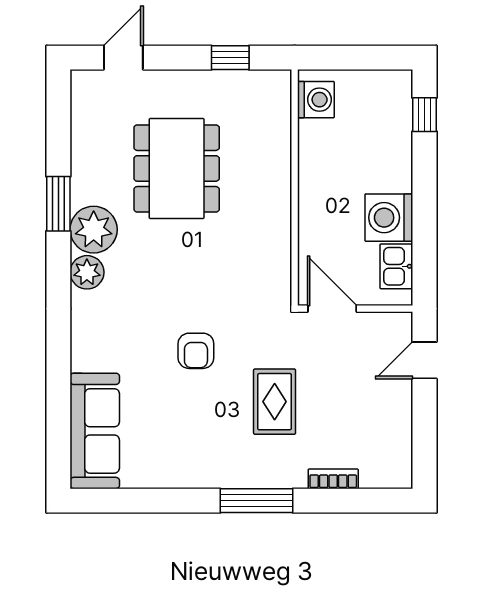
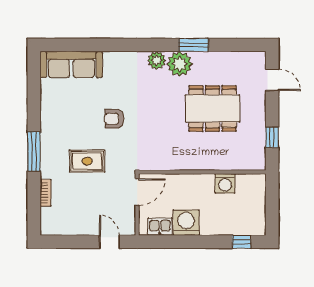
washing machine: (316, 100) -> (225, 183), moved

